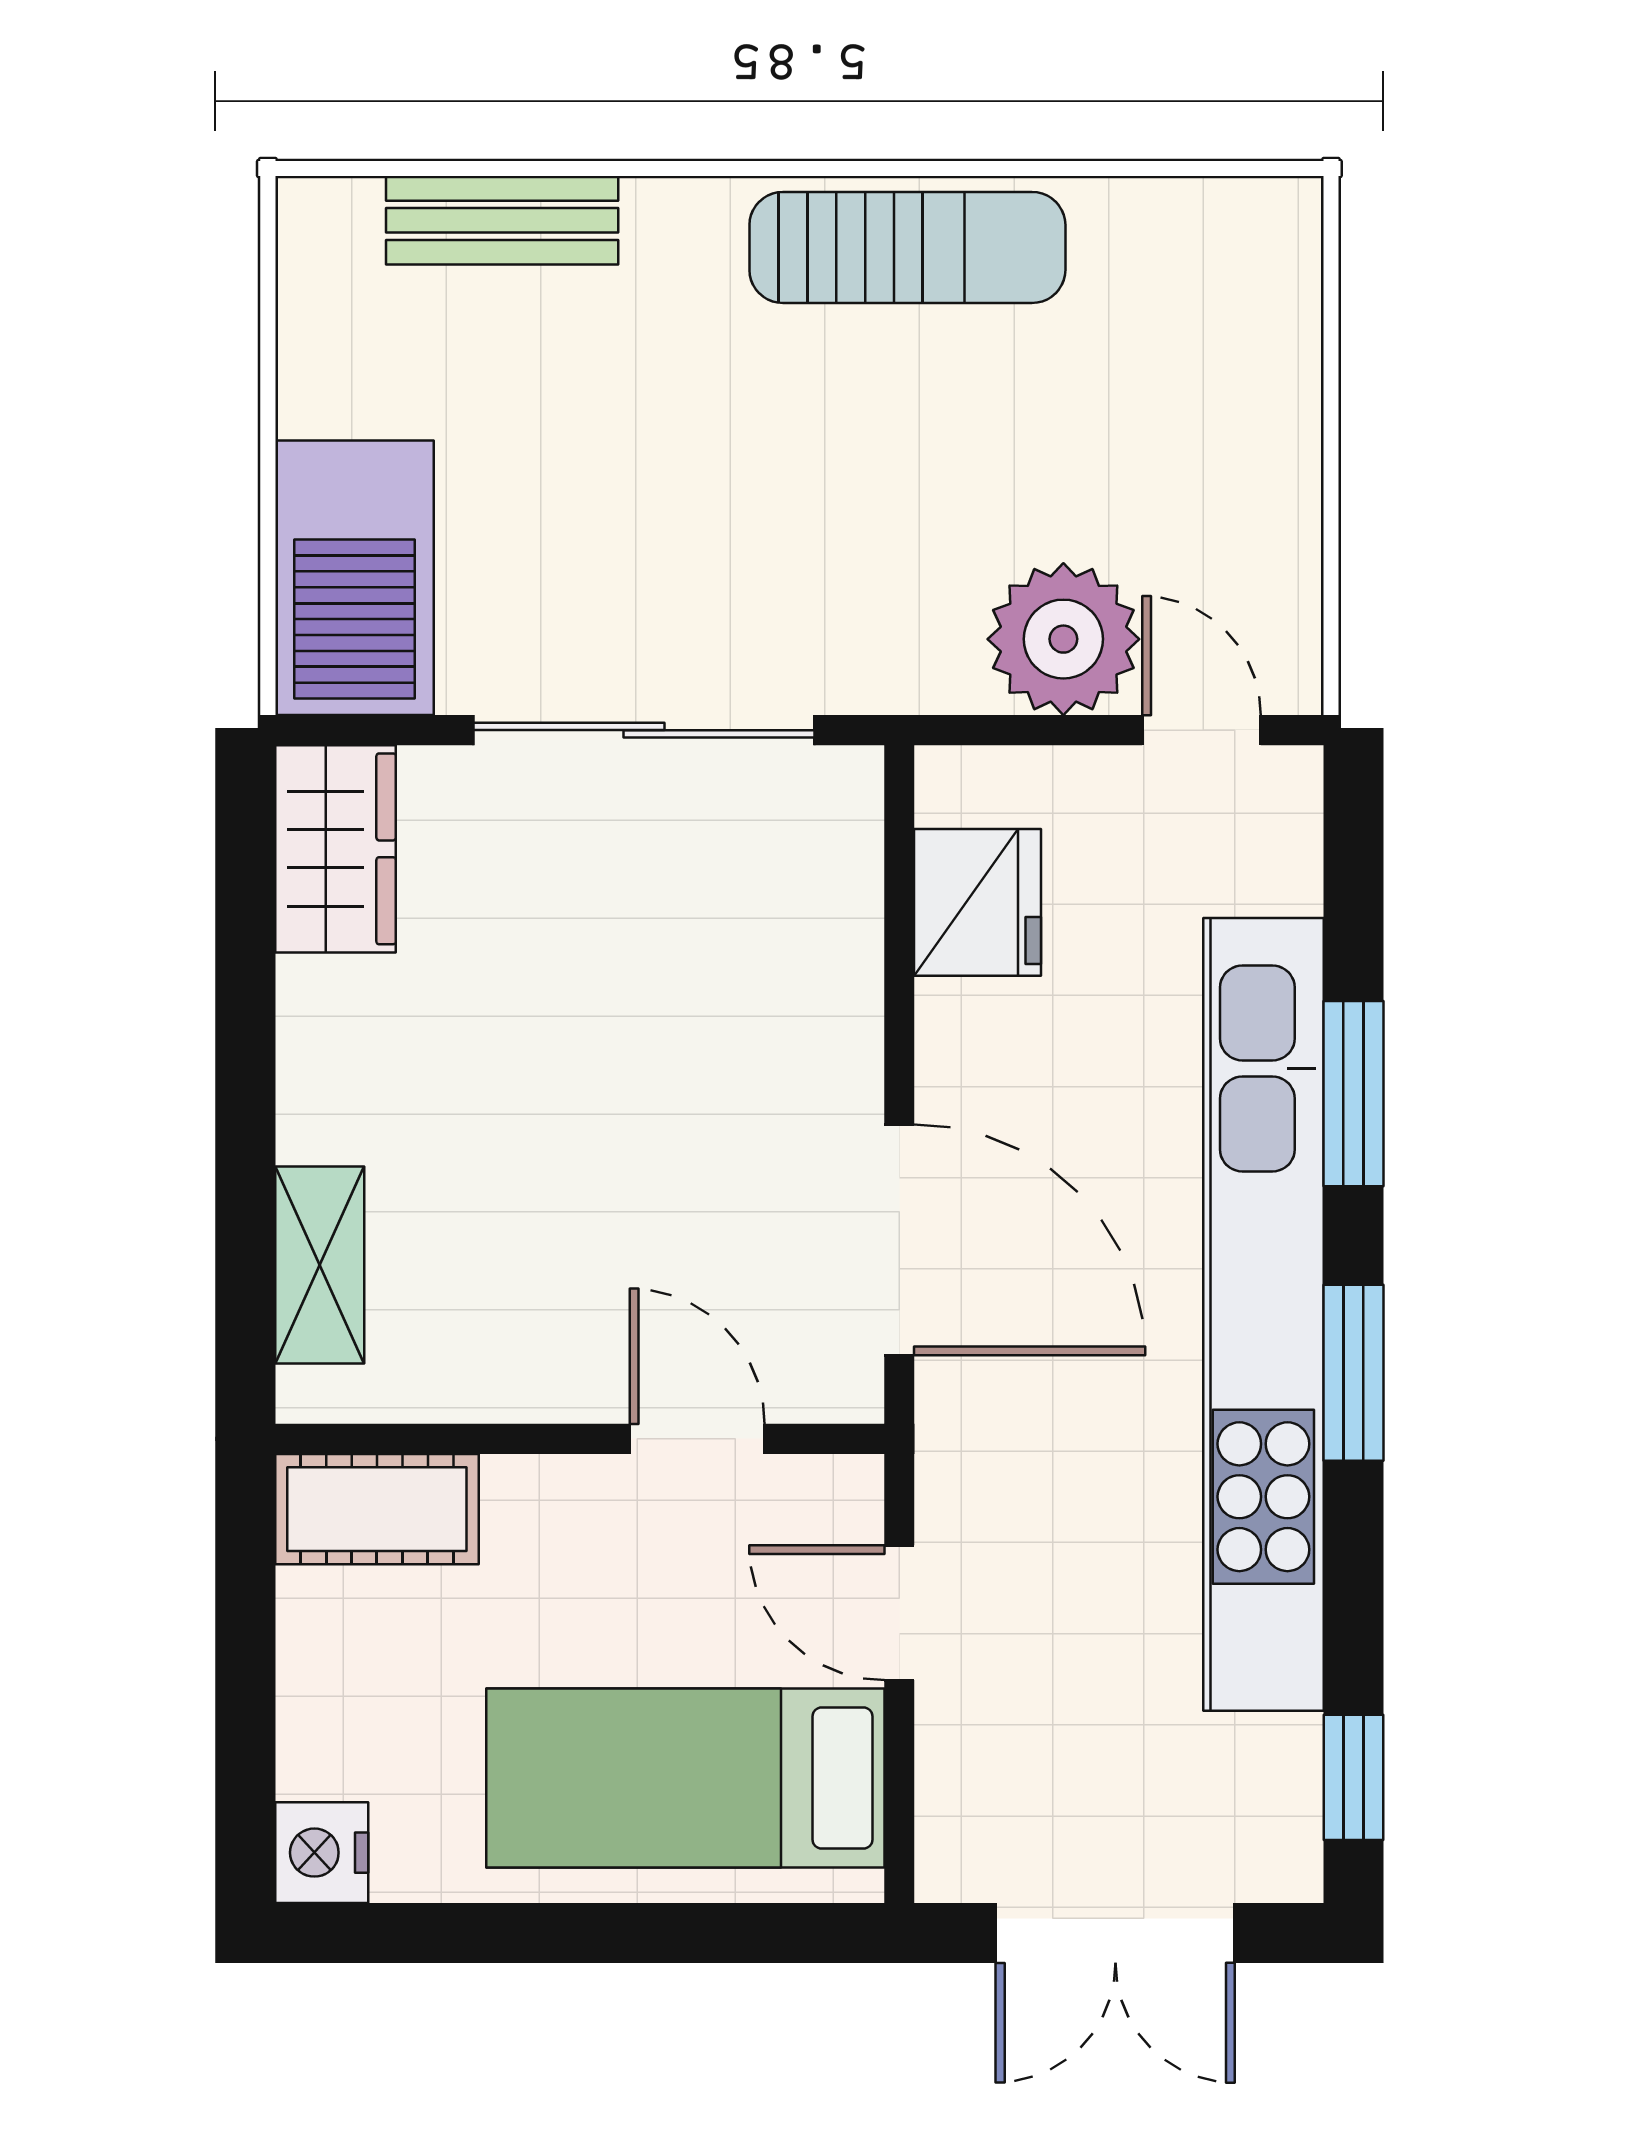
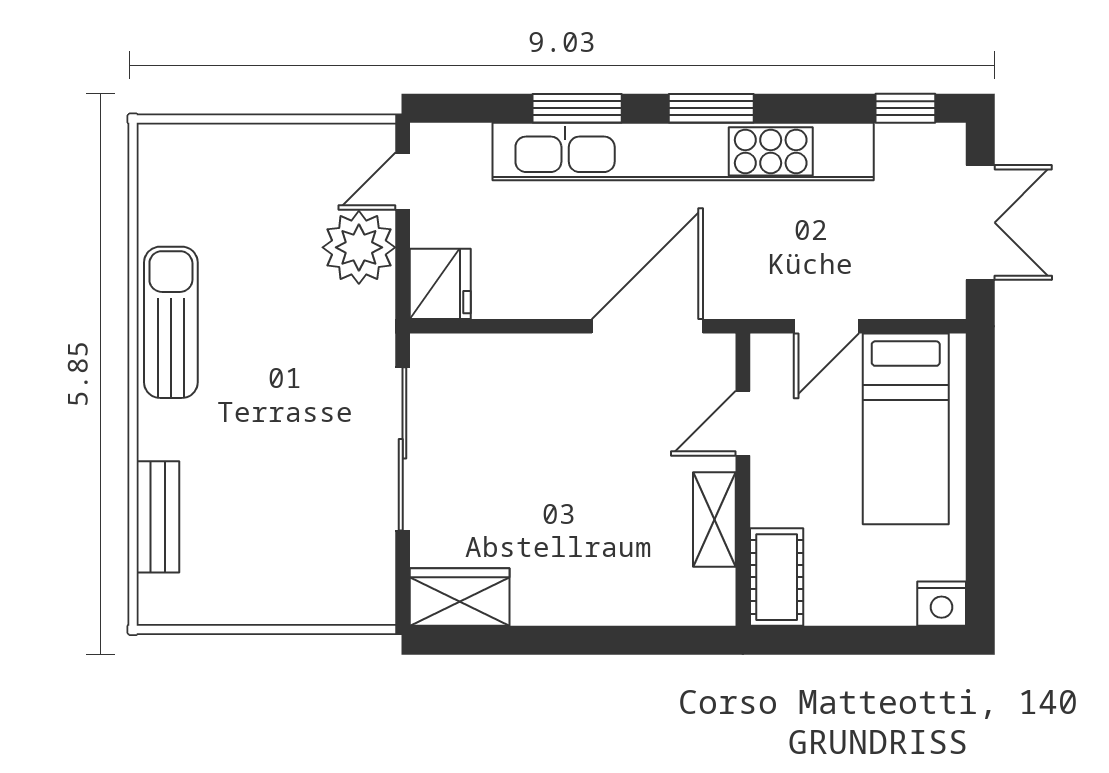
barbecue: (355, 578) -> (329, 588), removed
fridge: (978, 902) -> (440, 284), moved, turned 90
shelving: (320, 1265) -> (714, 519), moved, turned 90

